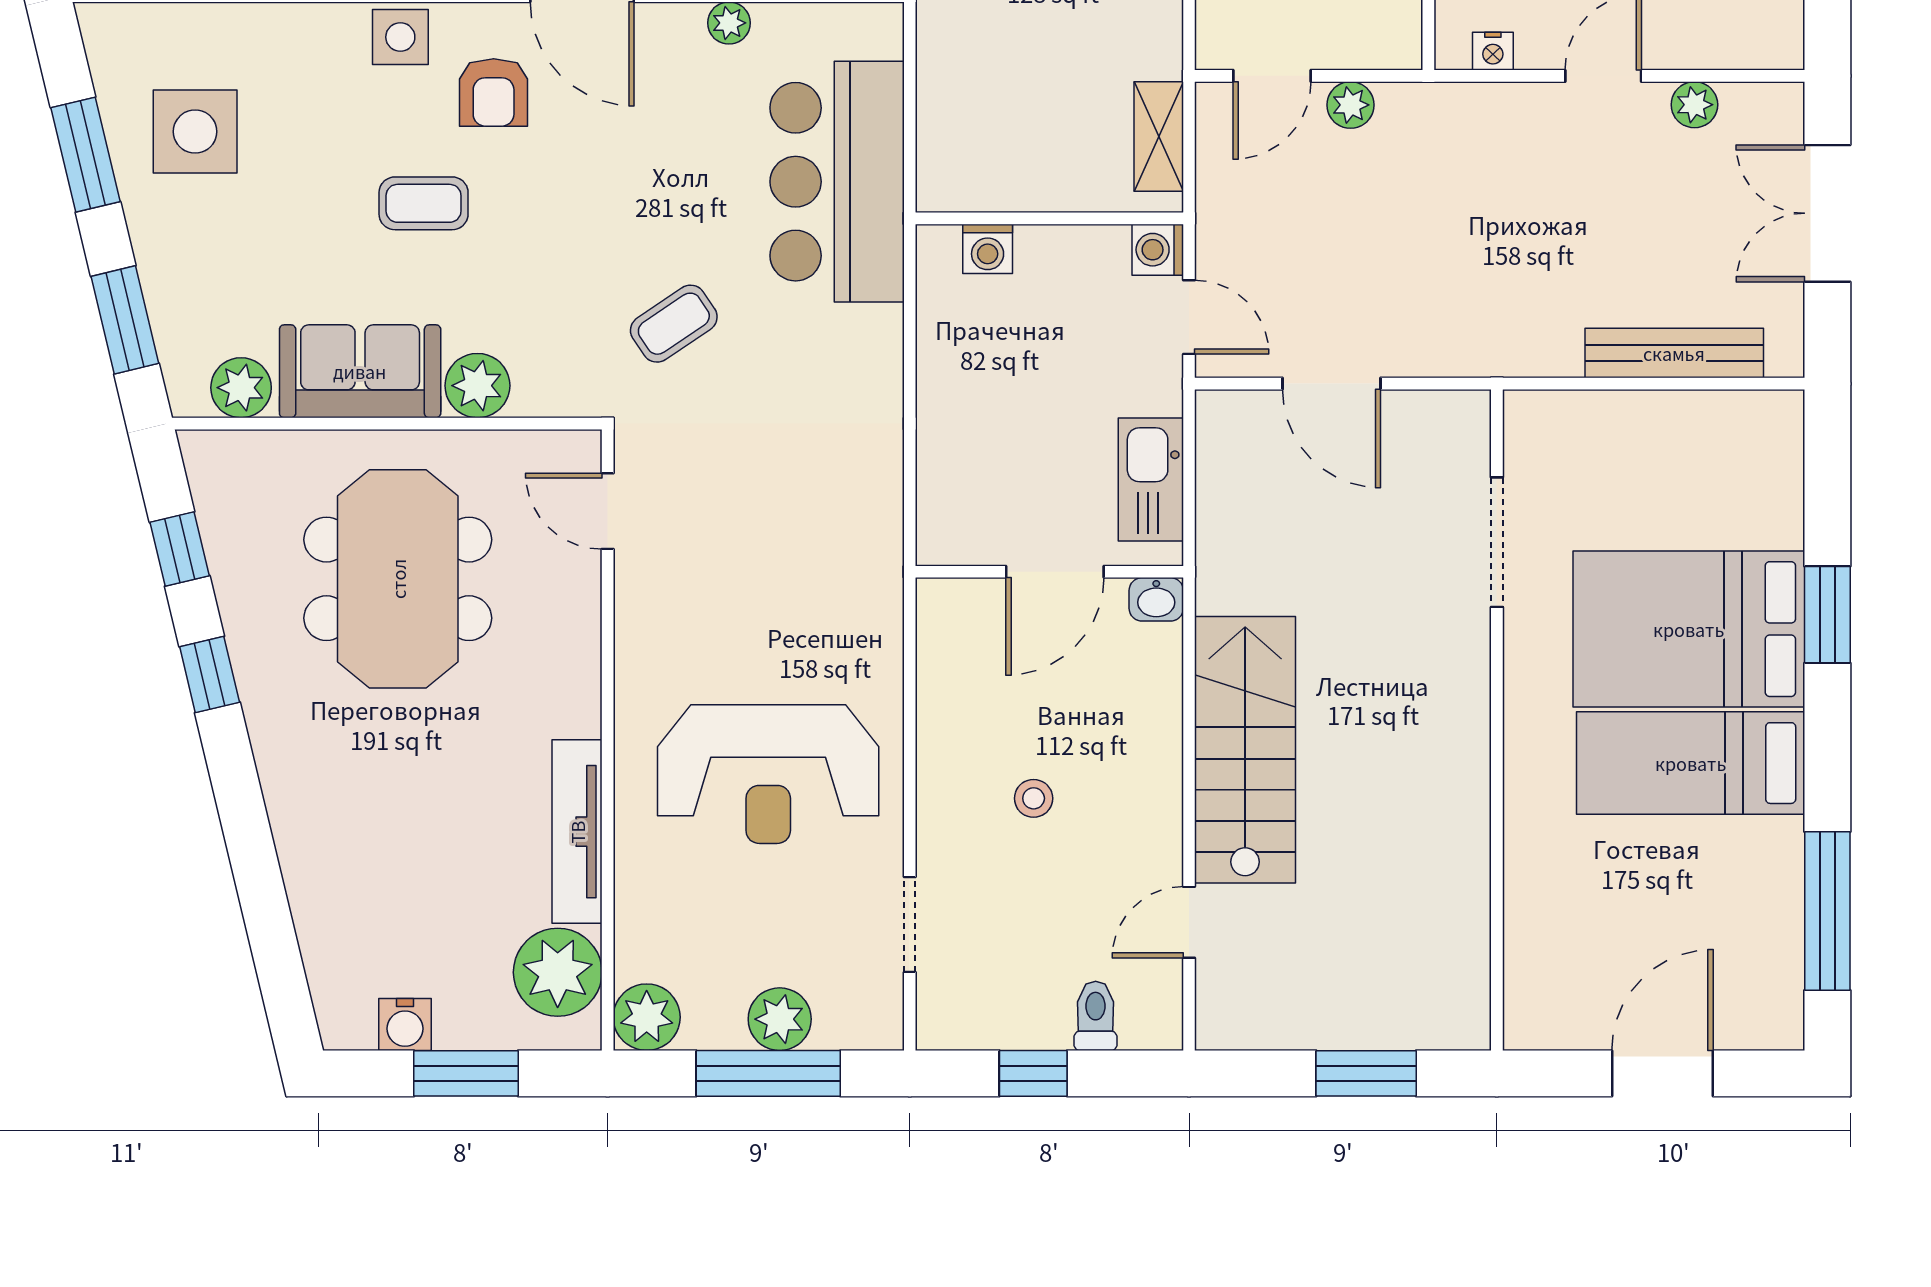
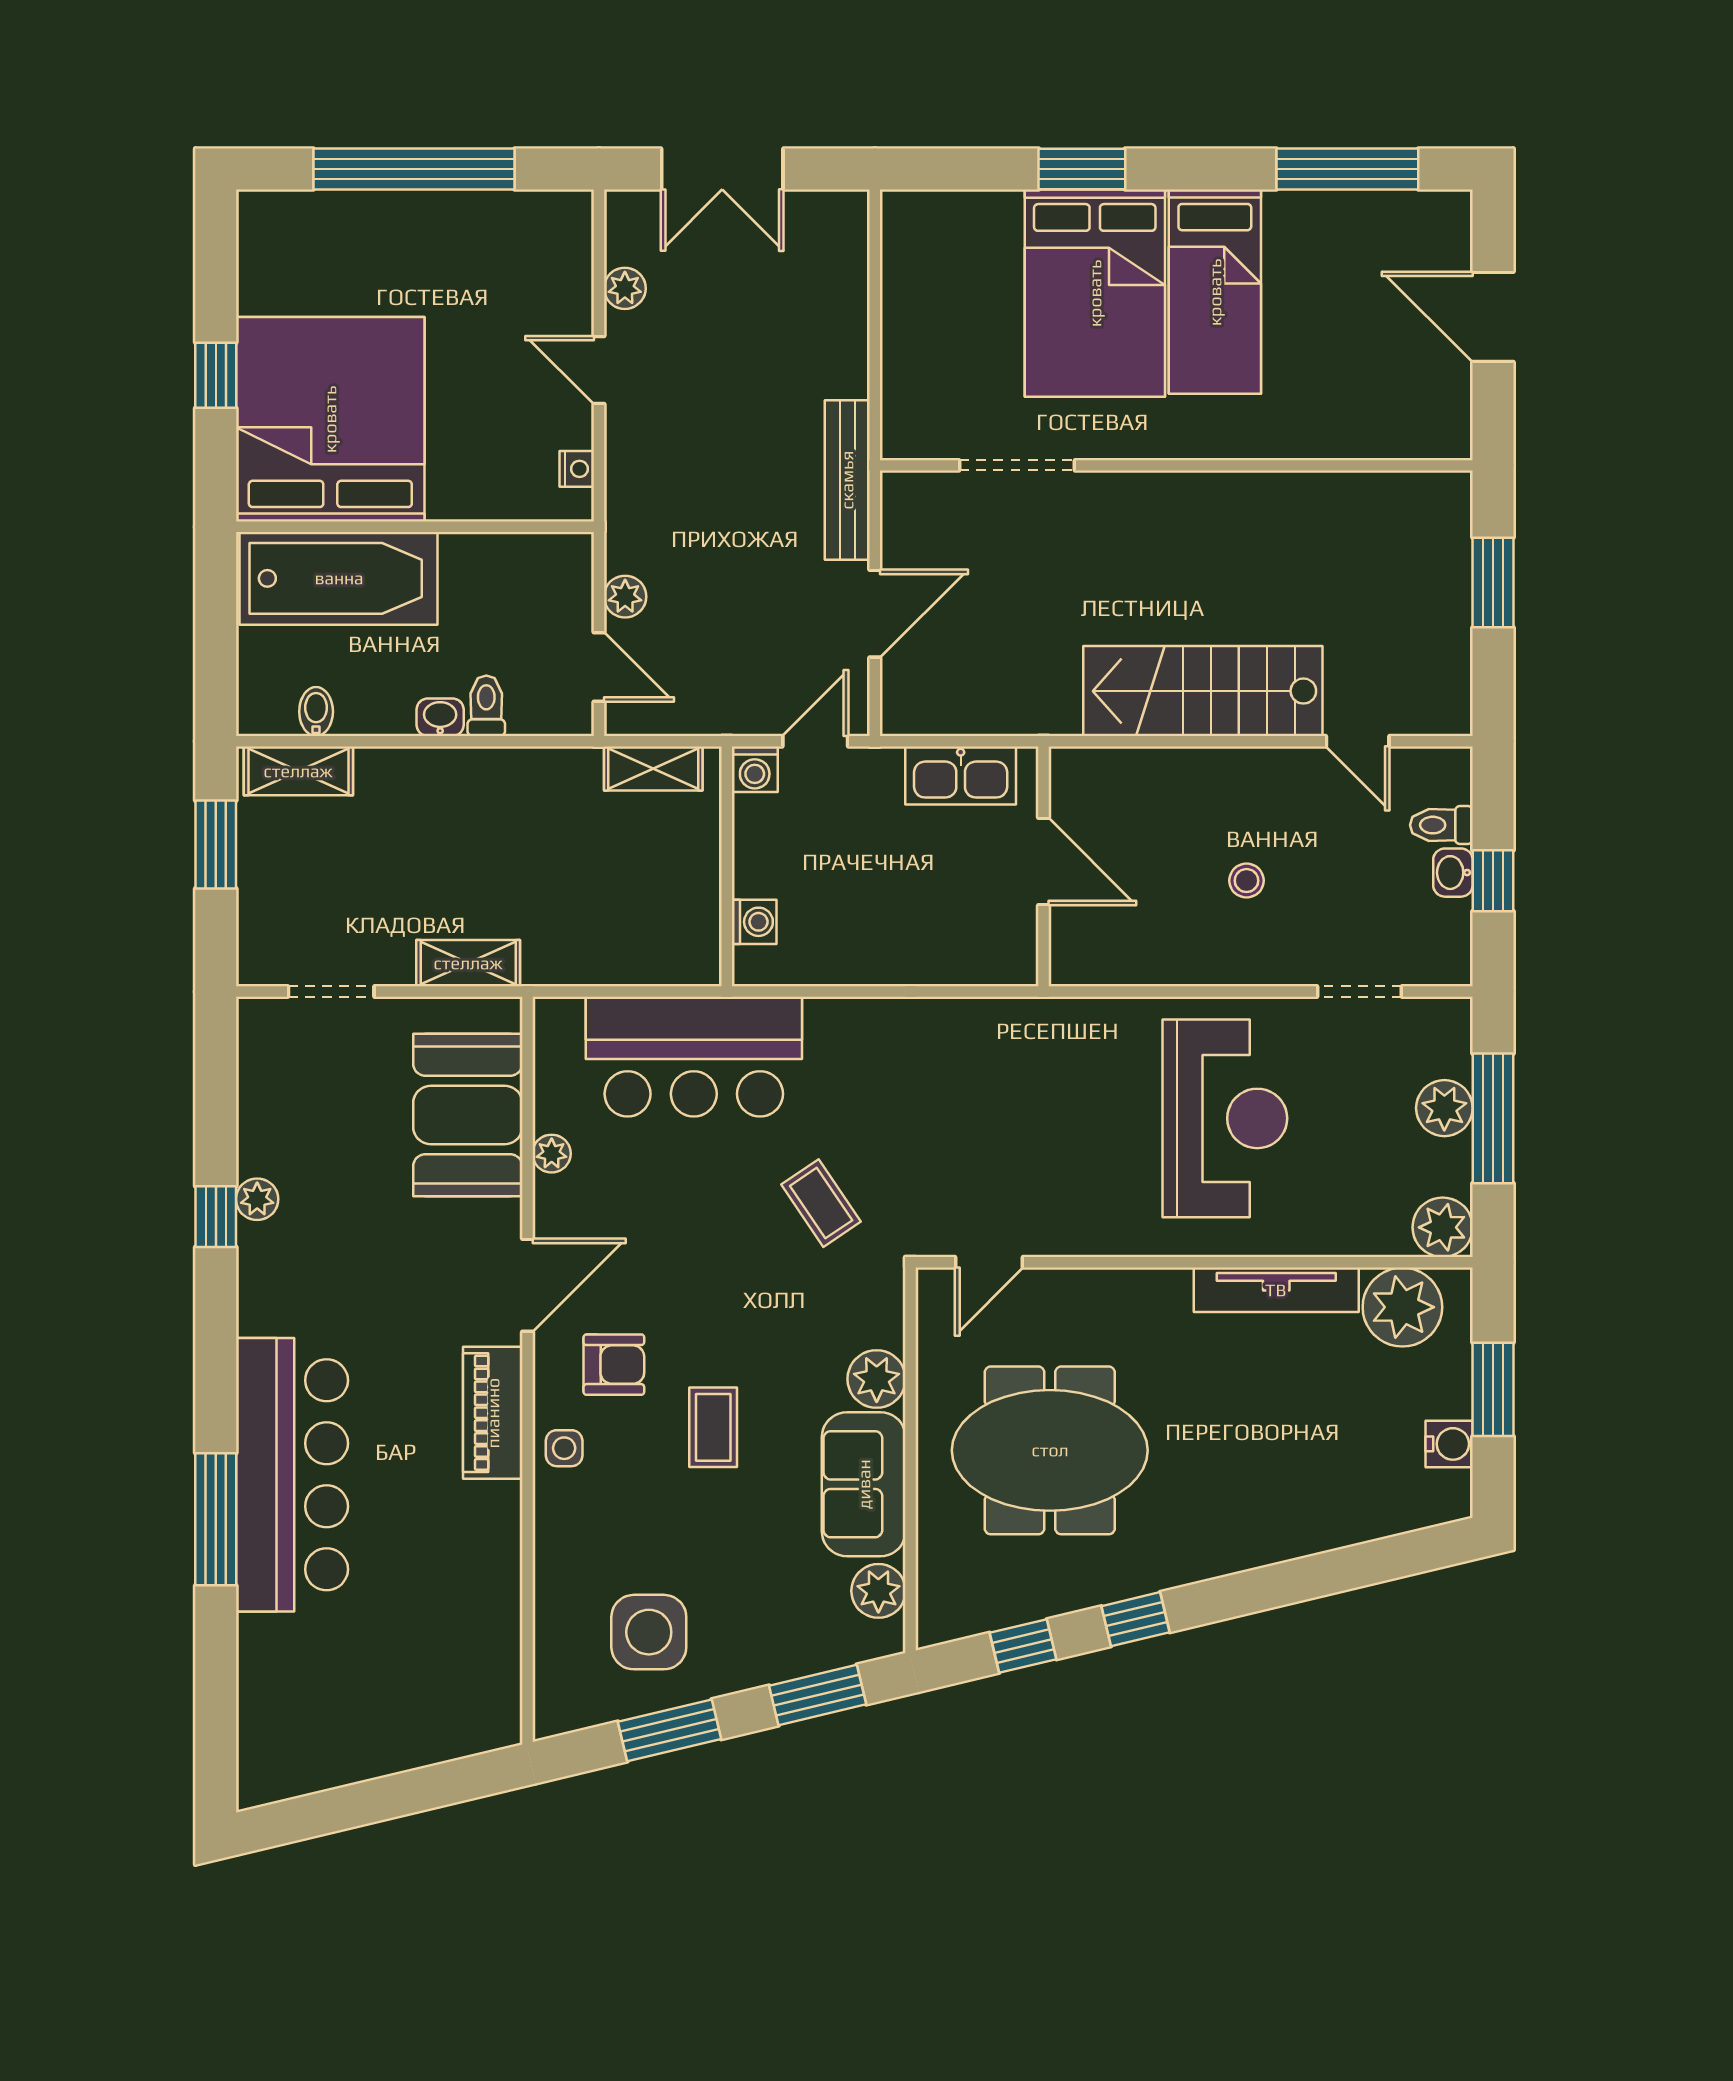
side table: (400, 37) -> (564, 1448), width x0.73, depth x0.73
bench: (1674, 353) -> (847, 480), moved
washbasin: (1156, 599) -> (1453, 873), moved, turned 180

